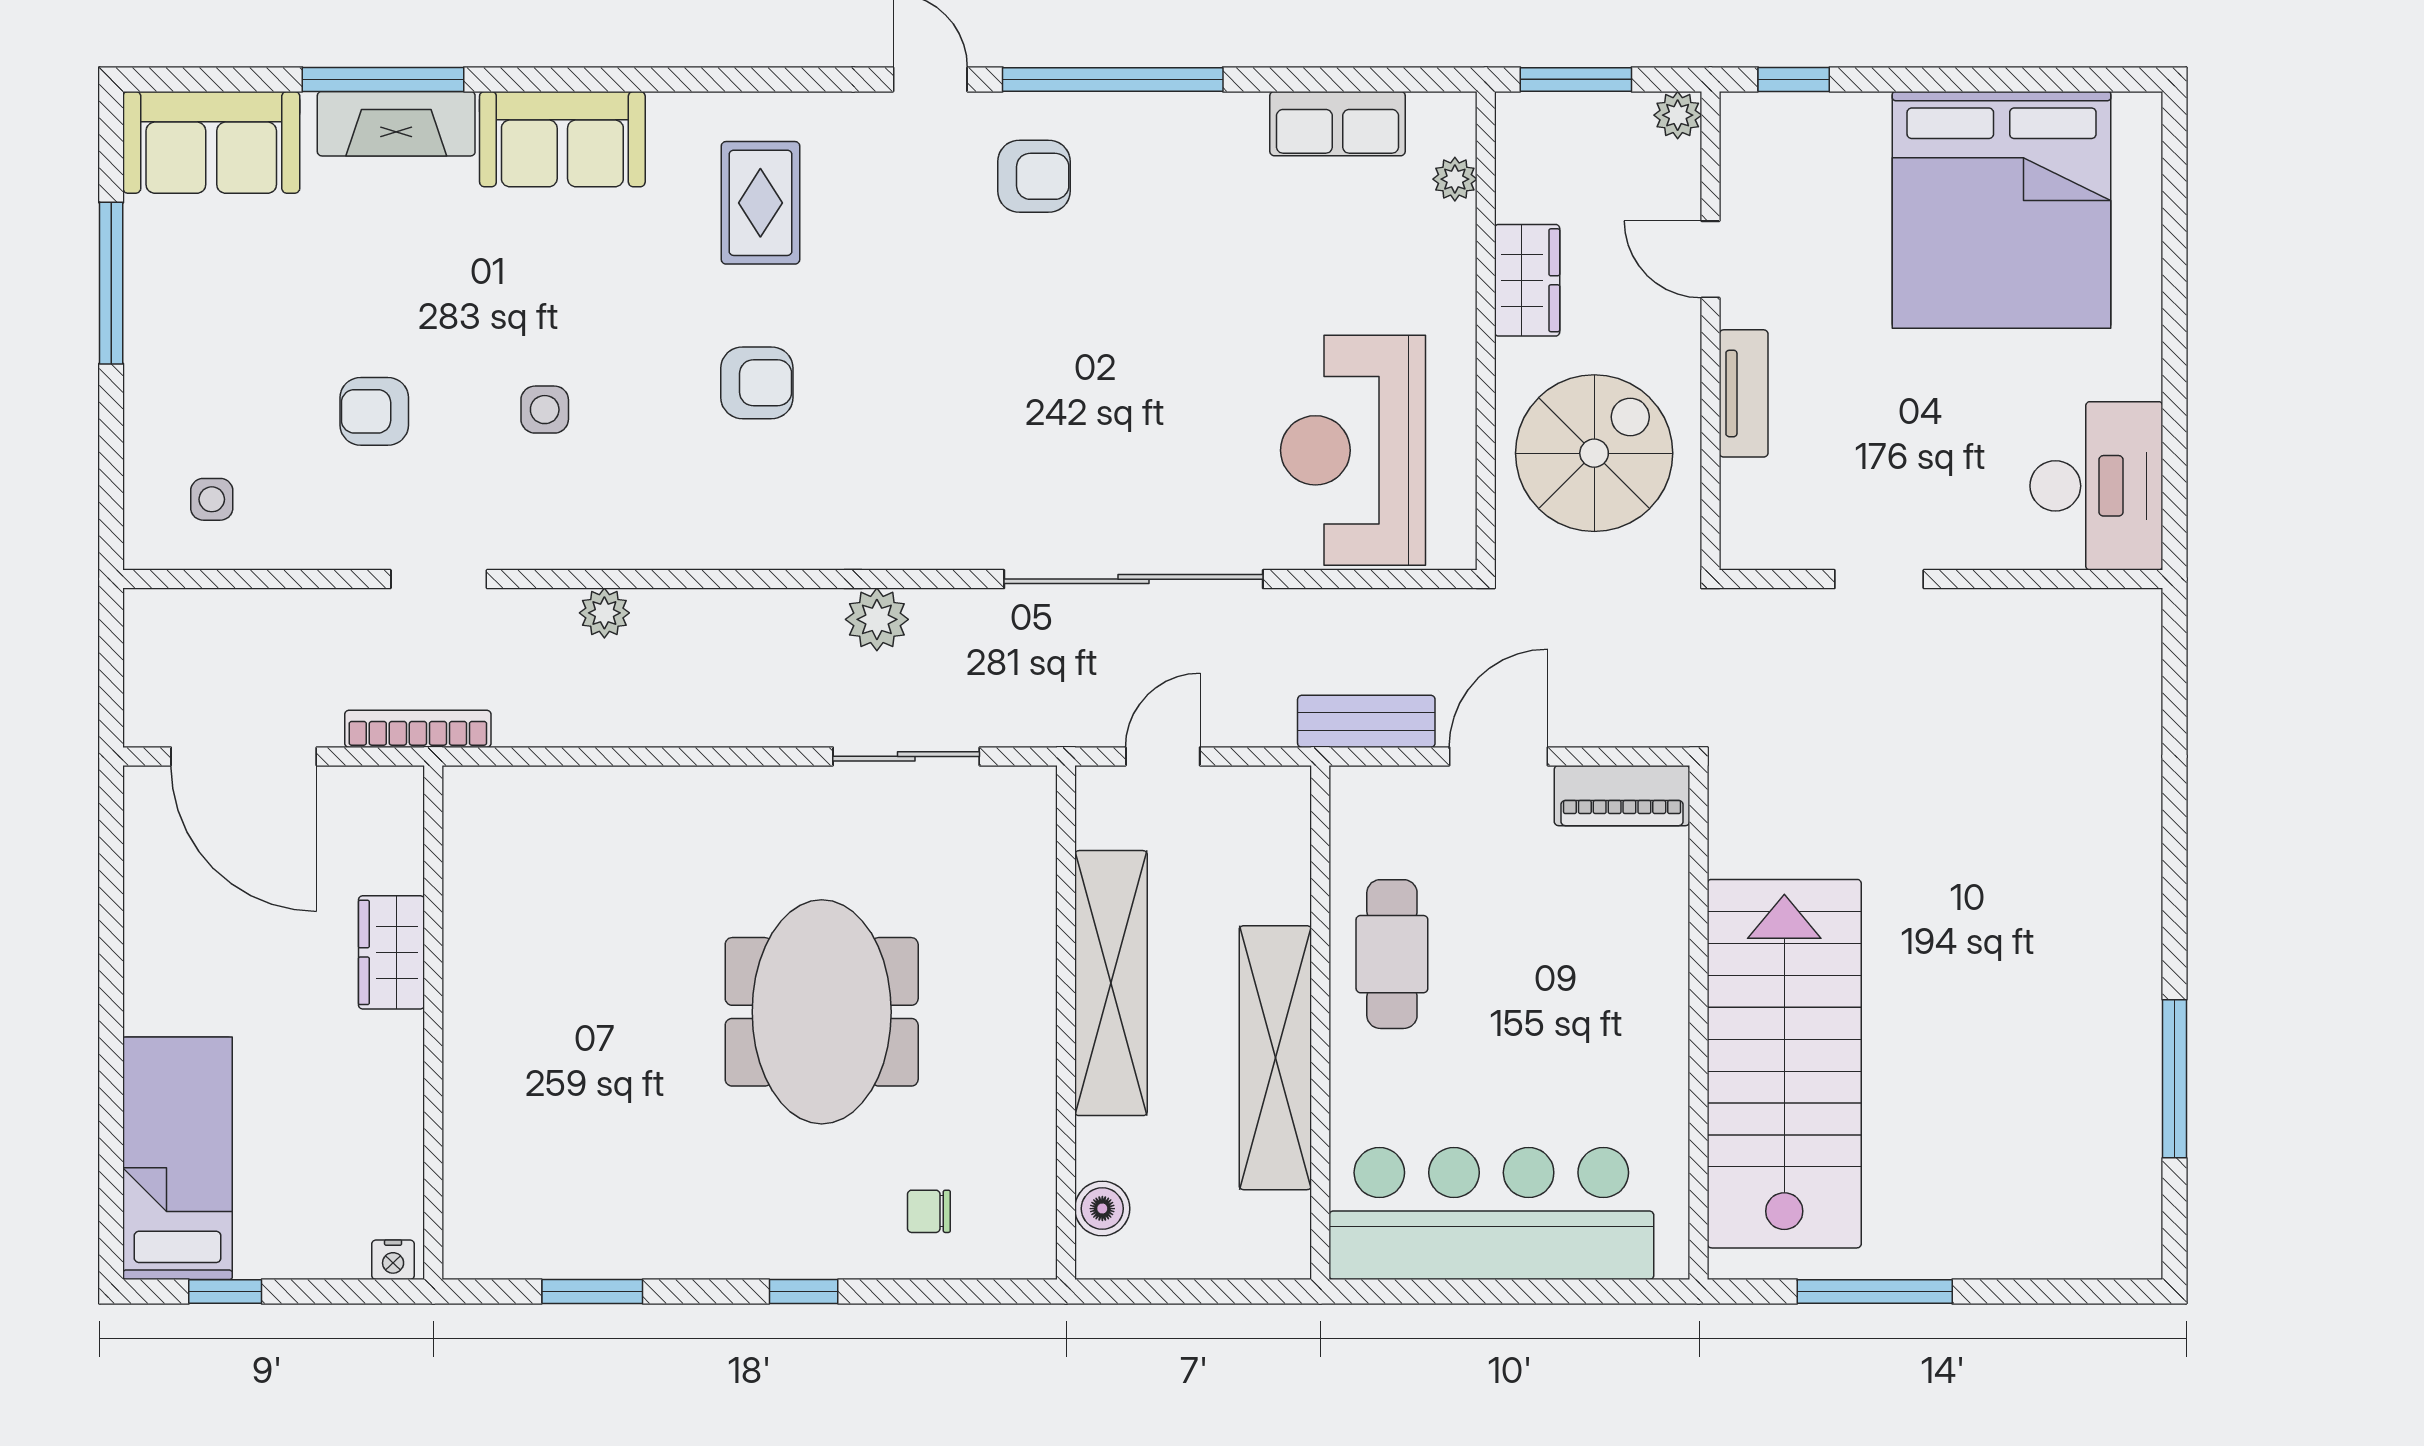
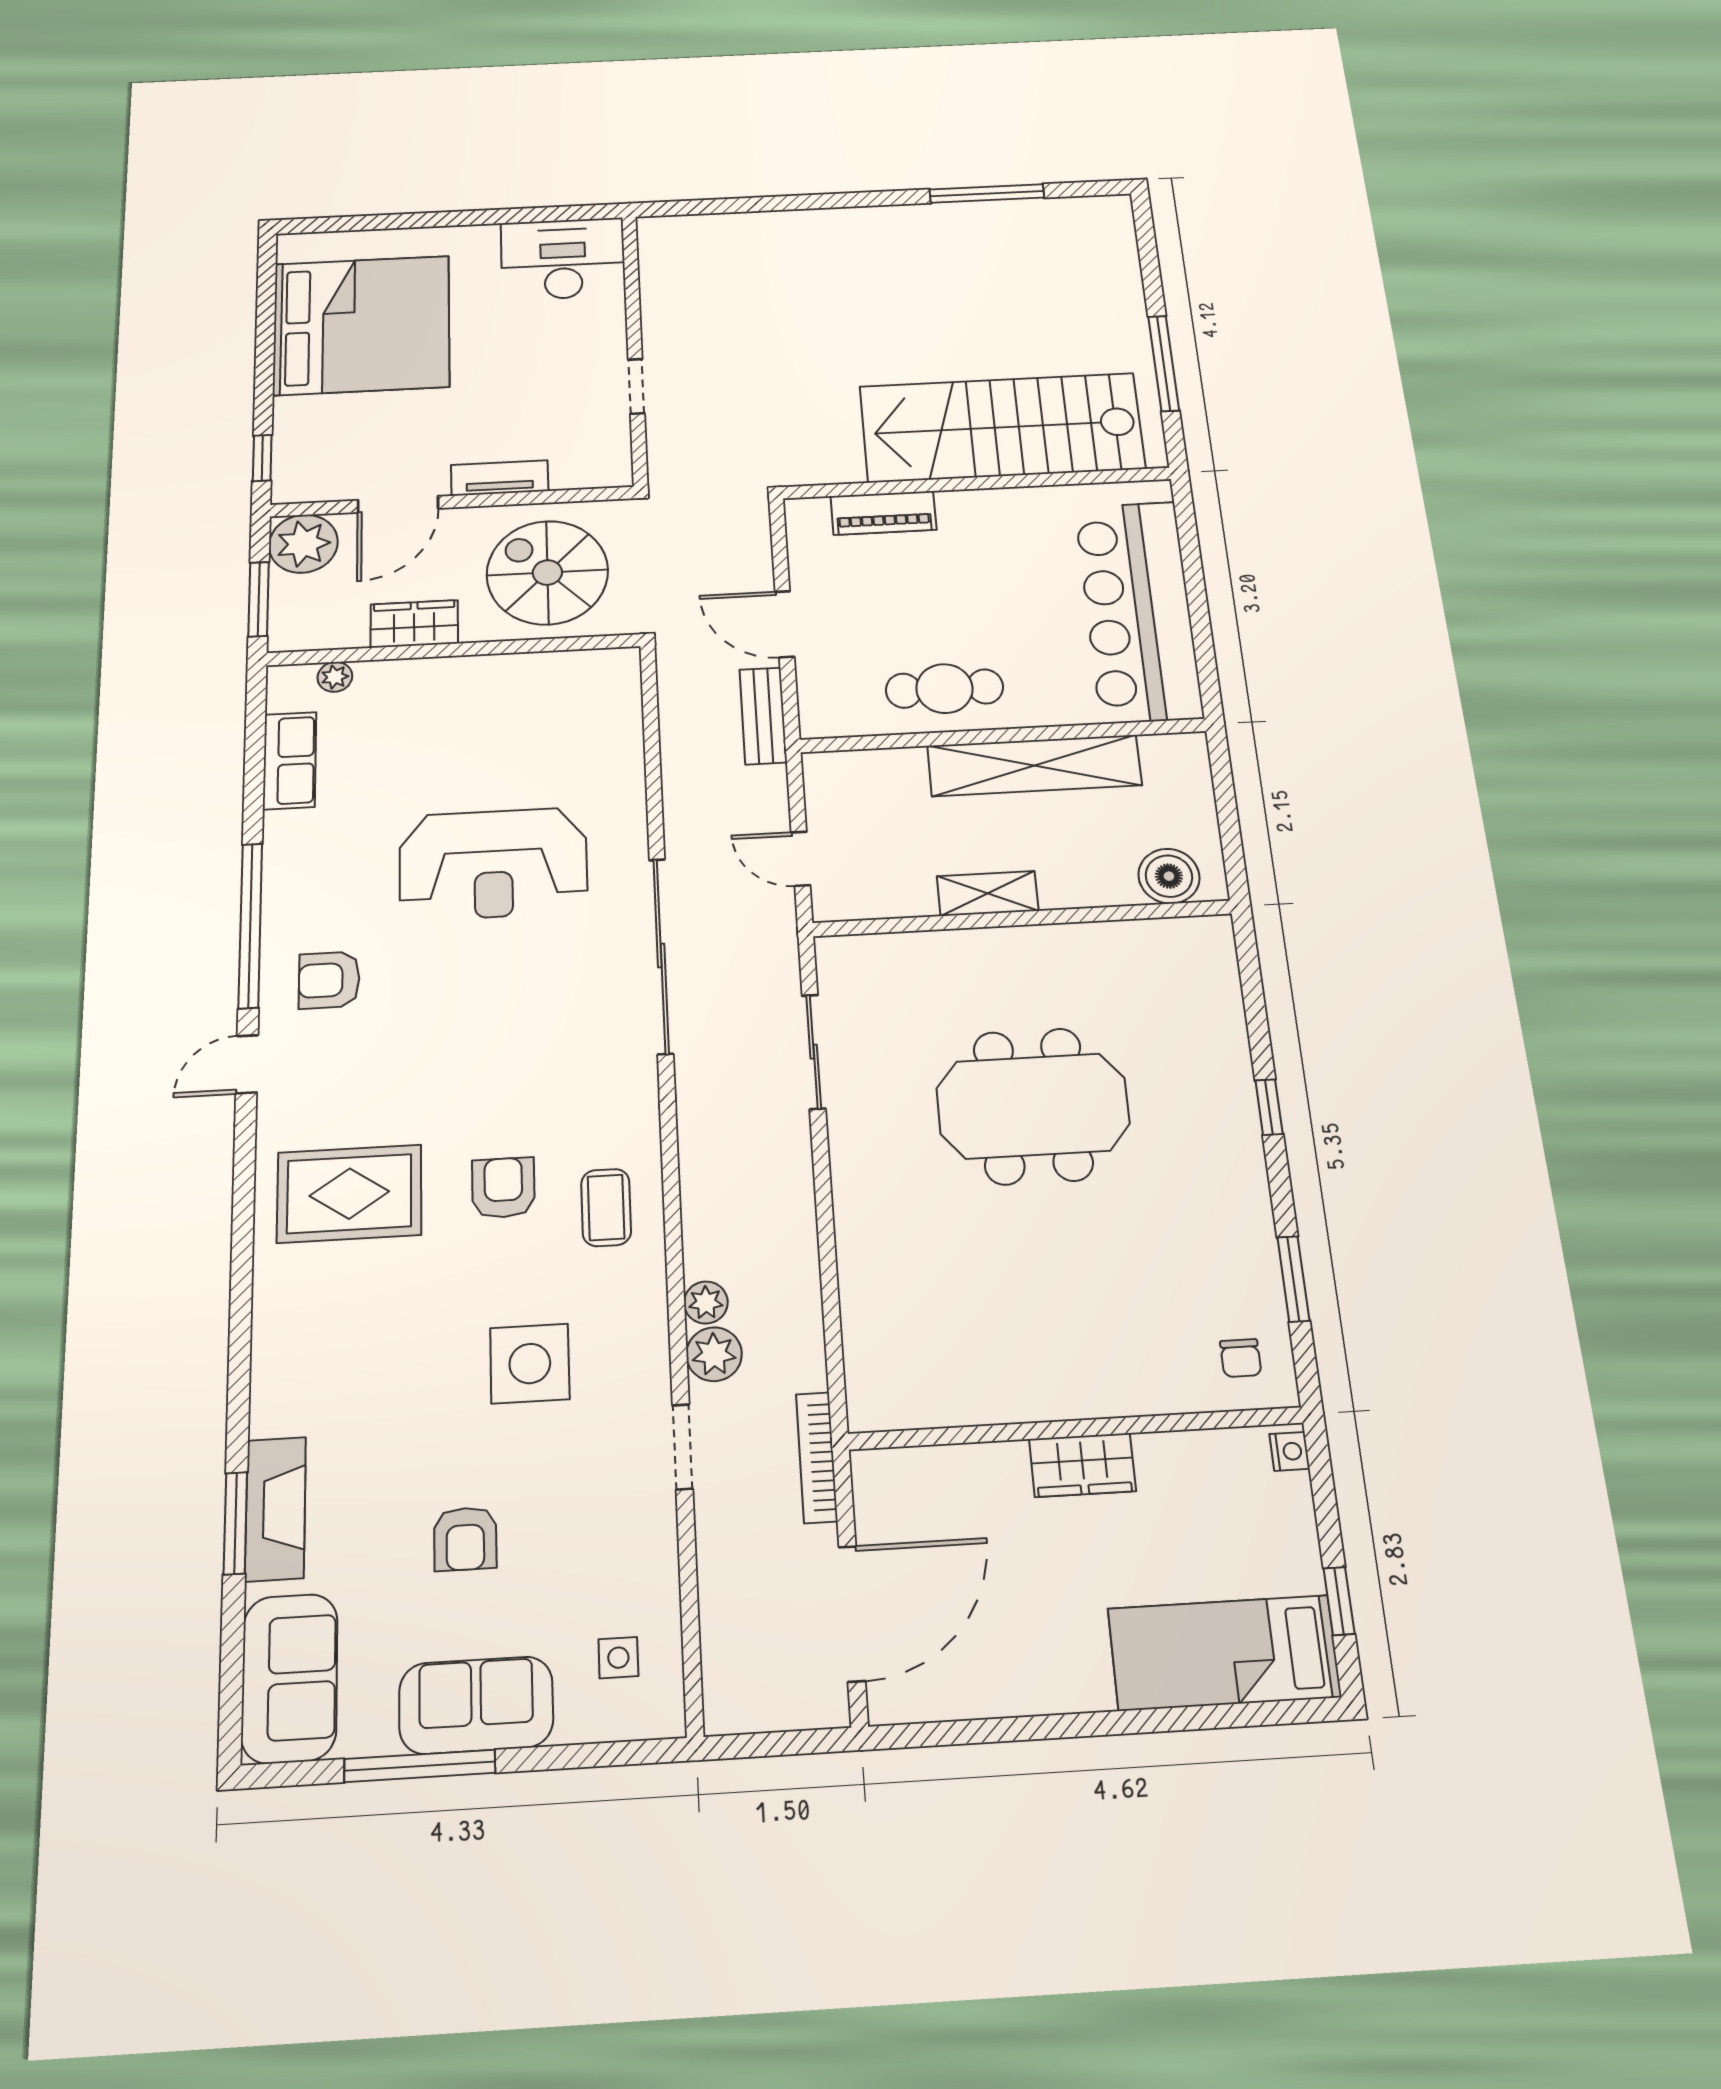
window: (383, 79) -> (235, 1523), width x0.69
plant: (1678, 115) -> (303, 544), width x1.88, depth x1.88
sofa: (562, 139) -> (476, 1705), moved, turned -90
armchair: (1034, 176) -> (329, 980), turned -90
rug: (760, 203) -> (349, 1194), width x1.36, depth x1.43
door: (1710, 259) -> (398, 504), width x1.37
side table: (545, 410) -> (530, 1364), width x1.87, depth x1.87
armchair: (374, 411) -> (465, 1539), moved
reception desk: (1353, 450) -> (493, 864), moved
coffee table: (726, 502) -> (606, 1207), added
sliding door: (1133, 579) -> (661, 956), moved
plant: (877, 619) -> (714, 1354), moved
piano: (1622, 796) -> (884, 513), moved, turned 90
wardrobe: (392, 952) -> (1082, 1465), moved
shelving: (1111, 983) -> (988, 893), width x0.45, depth x0.75
boiler: (1102, 1209) -> (1169, 876), width x1.36, depth x1.36
chair: (929, 1211) -> (1241, 1358), moved

